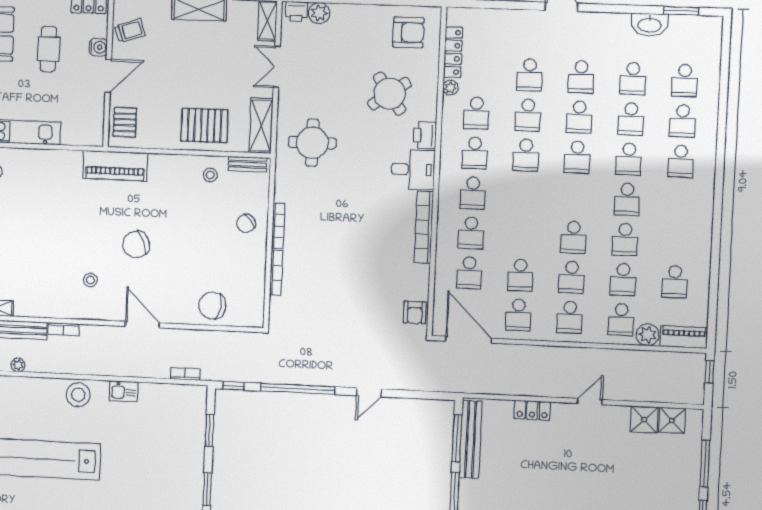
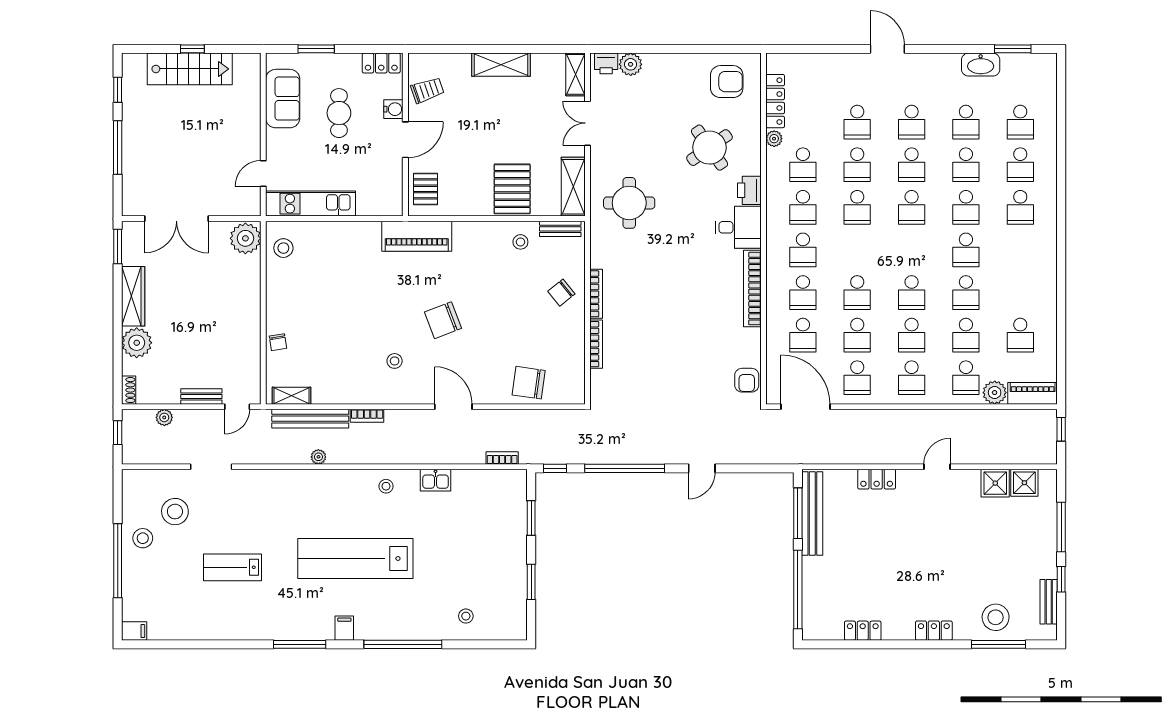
pallet: (204, 125) -> (512, 189), turned 90
school desk: (522, 235) -> (857, 293), added
stool: (78, 395) -> (386, 486), width x0.53, depth x0.53

